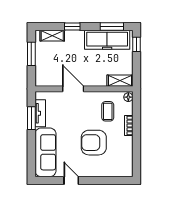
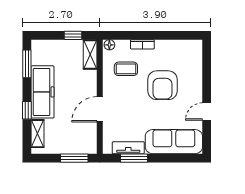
freezer: (107, 40) -> (42, 92), moved
window: (136, 44) -> (73, 35), moved
window: (31, 54) -> (74, 158), moved

